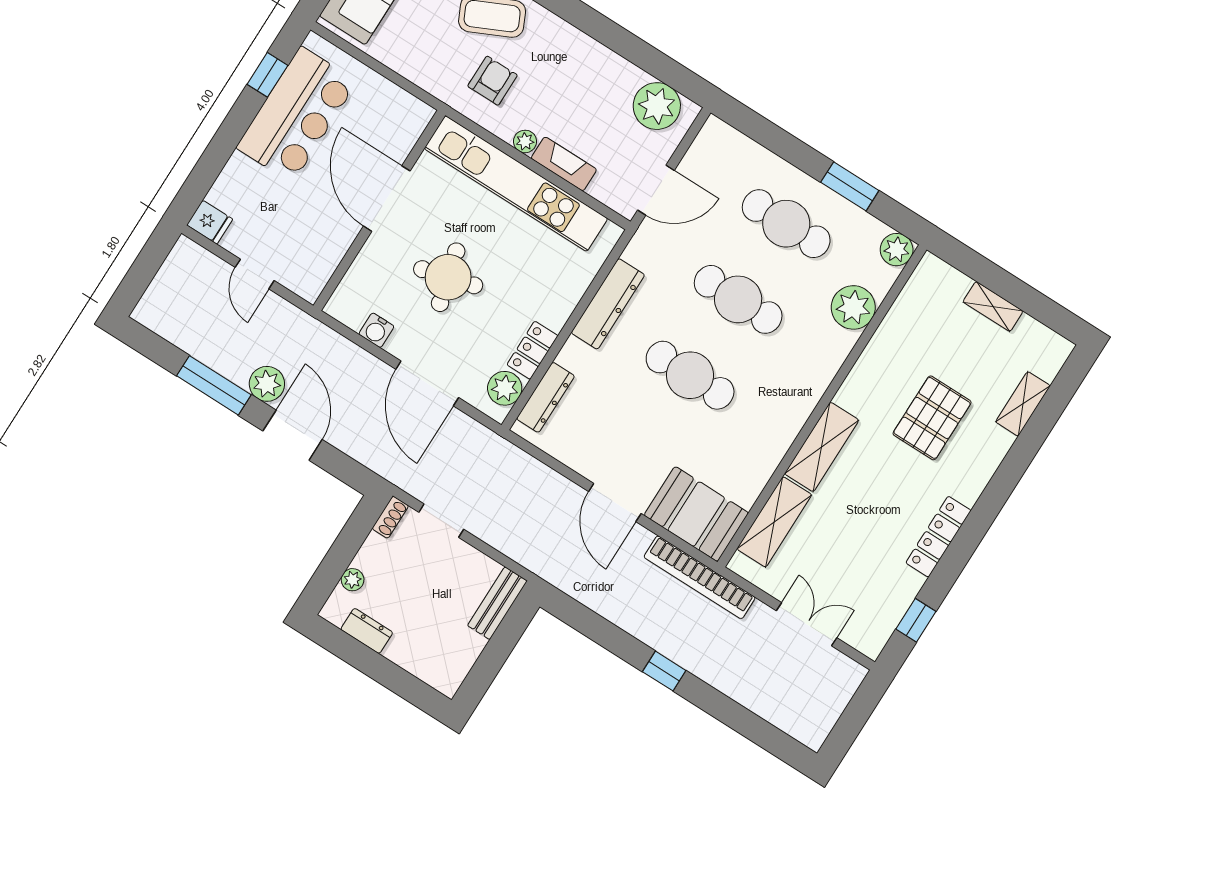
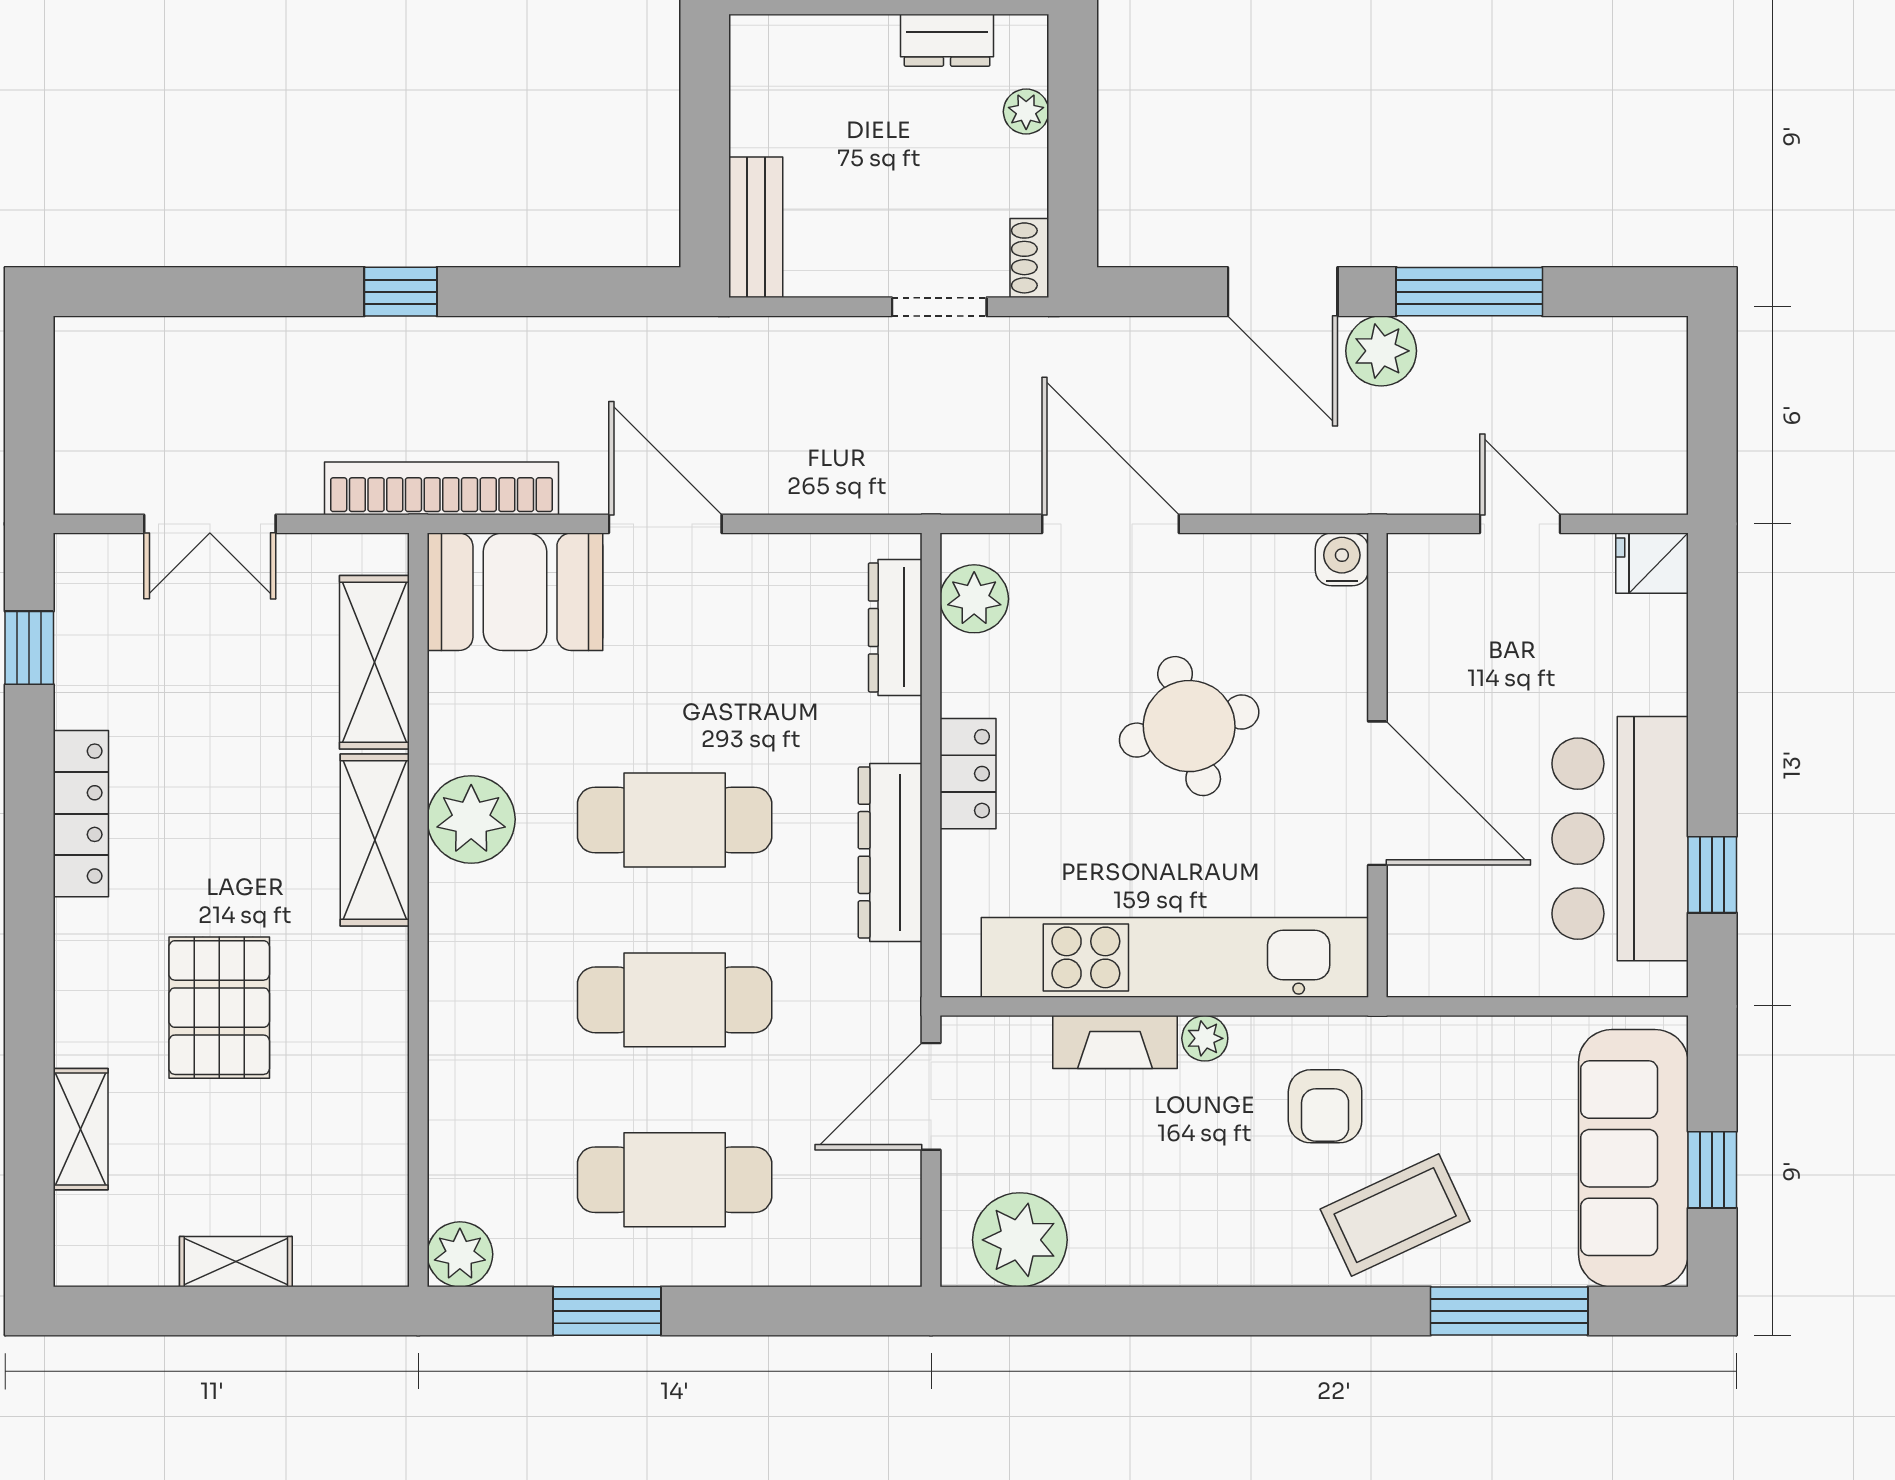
plant: (853, 307) -> (471, 819), moved
water cooler: (376, 330) -> (1342, 559), moved
locker: (532, 350) -> (968, 774), moved

